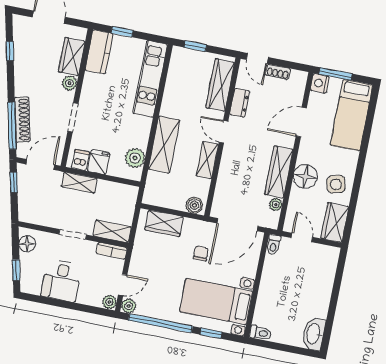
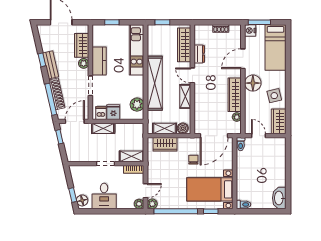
window: (10, 51) -> (42, 60), moved
kitchen counter: (99, 52) -> (99, 61), moved
door: (257, 58) -> (205, 22), removed
bench: (22, 76) -> (51, 65), added
shelving: (164, 145) -> (155, 83), width x1.47
floor lamp: (305, 176) -> (253, 83), moved
shelving: (168, 200) -> (165, 128), added
floor lamp: (27, 244) -> (82, 200), moved

